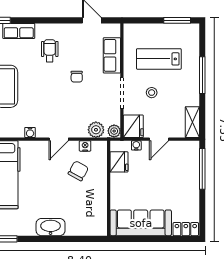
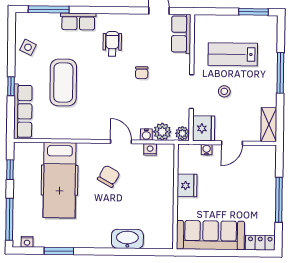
row of seats: (112, 55) -> (181, 34), moved
water cooler: (30, 133) -> (146, 135), moved
door: (59, 139) -> (121, 142), swing flipped
fridge: (119, 162) -> (187, 185), moved
window: (202, 169) -> (279, 200), moved
chair: (78, 171) -> (109, 176), moved
washbasin: (51, 227) -> (127, 239), moved

